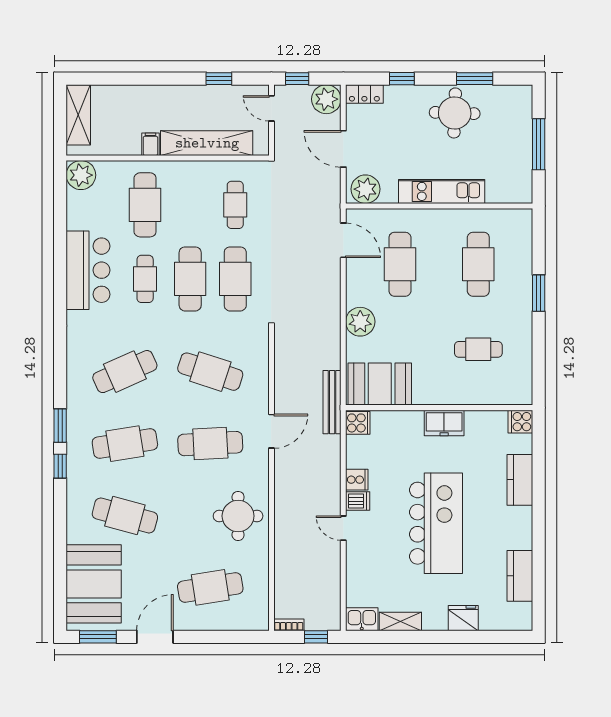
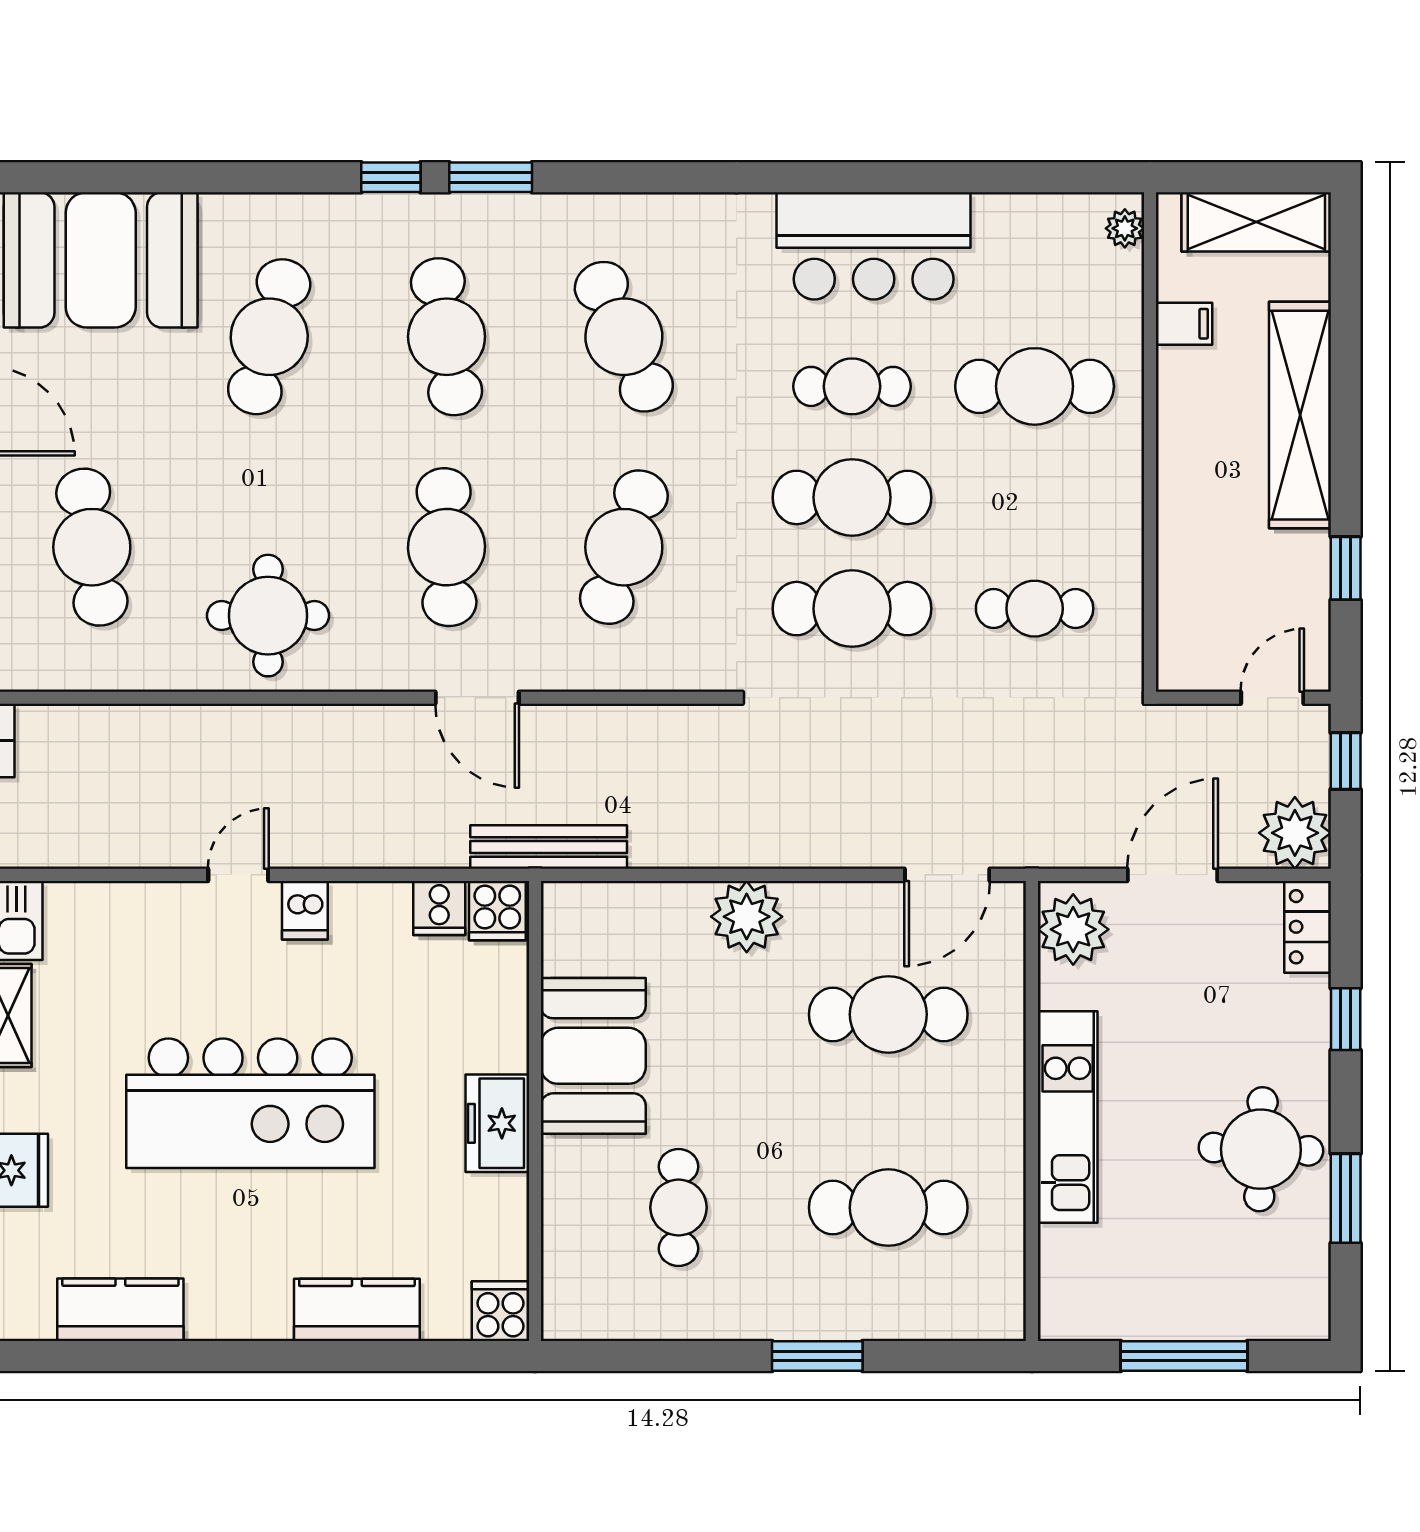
shelving: (207, 143) -> (1300, 415), moved
filing cabinet: (150, 144) -> (1184, 324), moved
plant: (81, 175) -> (1125, 228), width x0.53, depth x0.53
booth: (380, 384) -> (593, 1056), moved
cooker: (357, 480) -> (439, 908), moved

